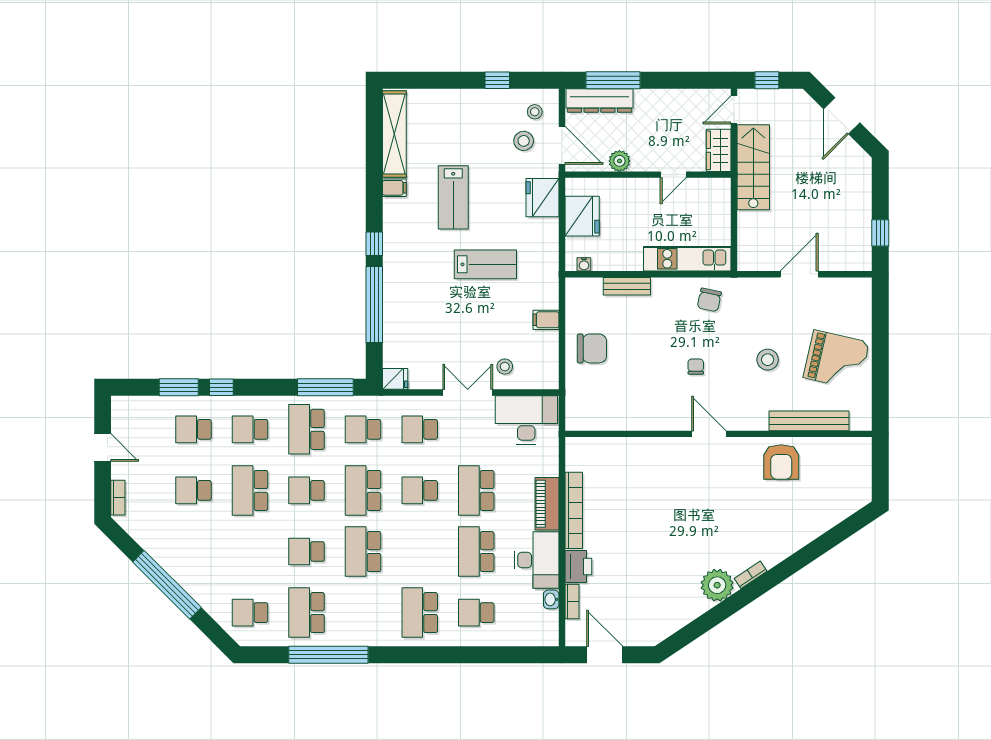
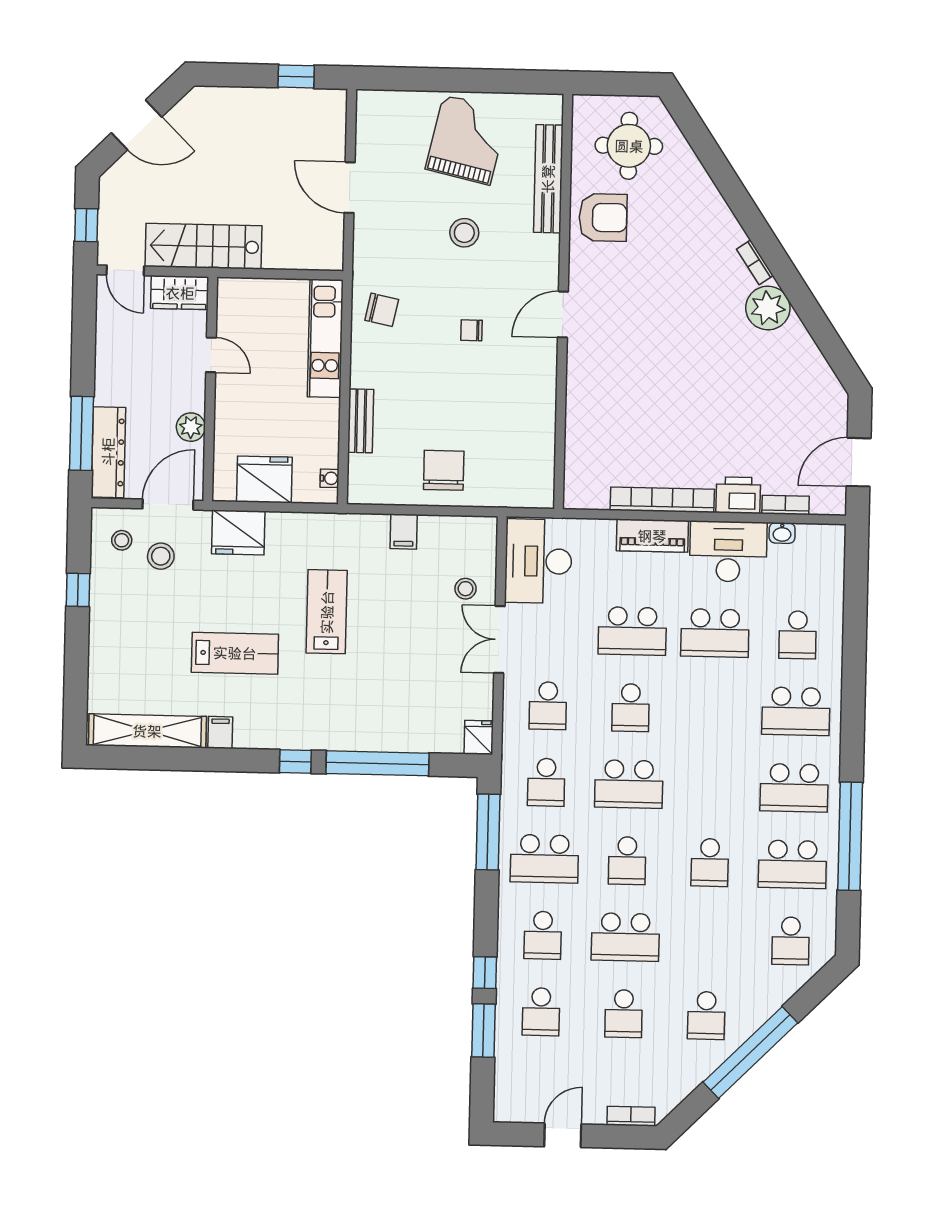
round table: (835, 480) -> (629, 146), added
school desk: (193, 552) -> (706, 1016), added
school desk: (363, 552) -> (794, 788), moved

